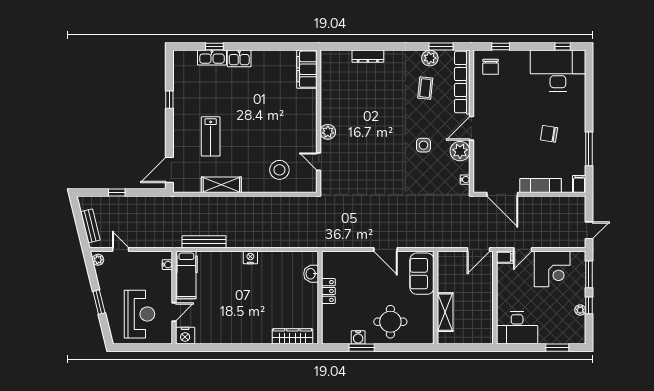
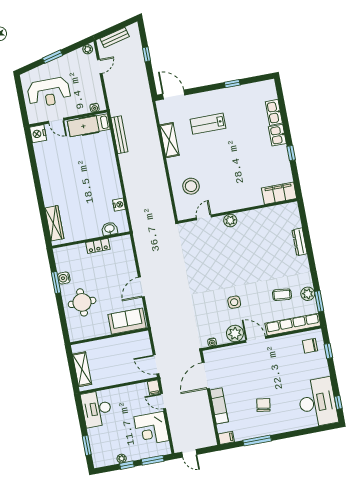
window: (214, 47) -> (291, 153), moved
nightstand: (250, 257) -> (119, 205), moved
shelving: (445, 312) -> (82, 369), moved, turned 90

